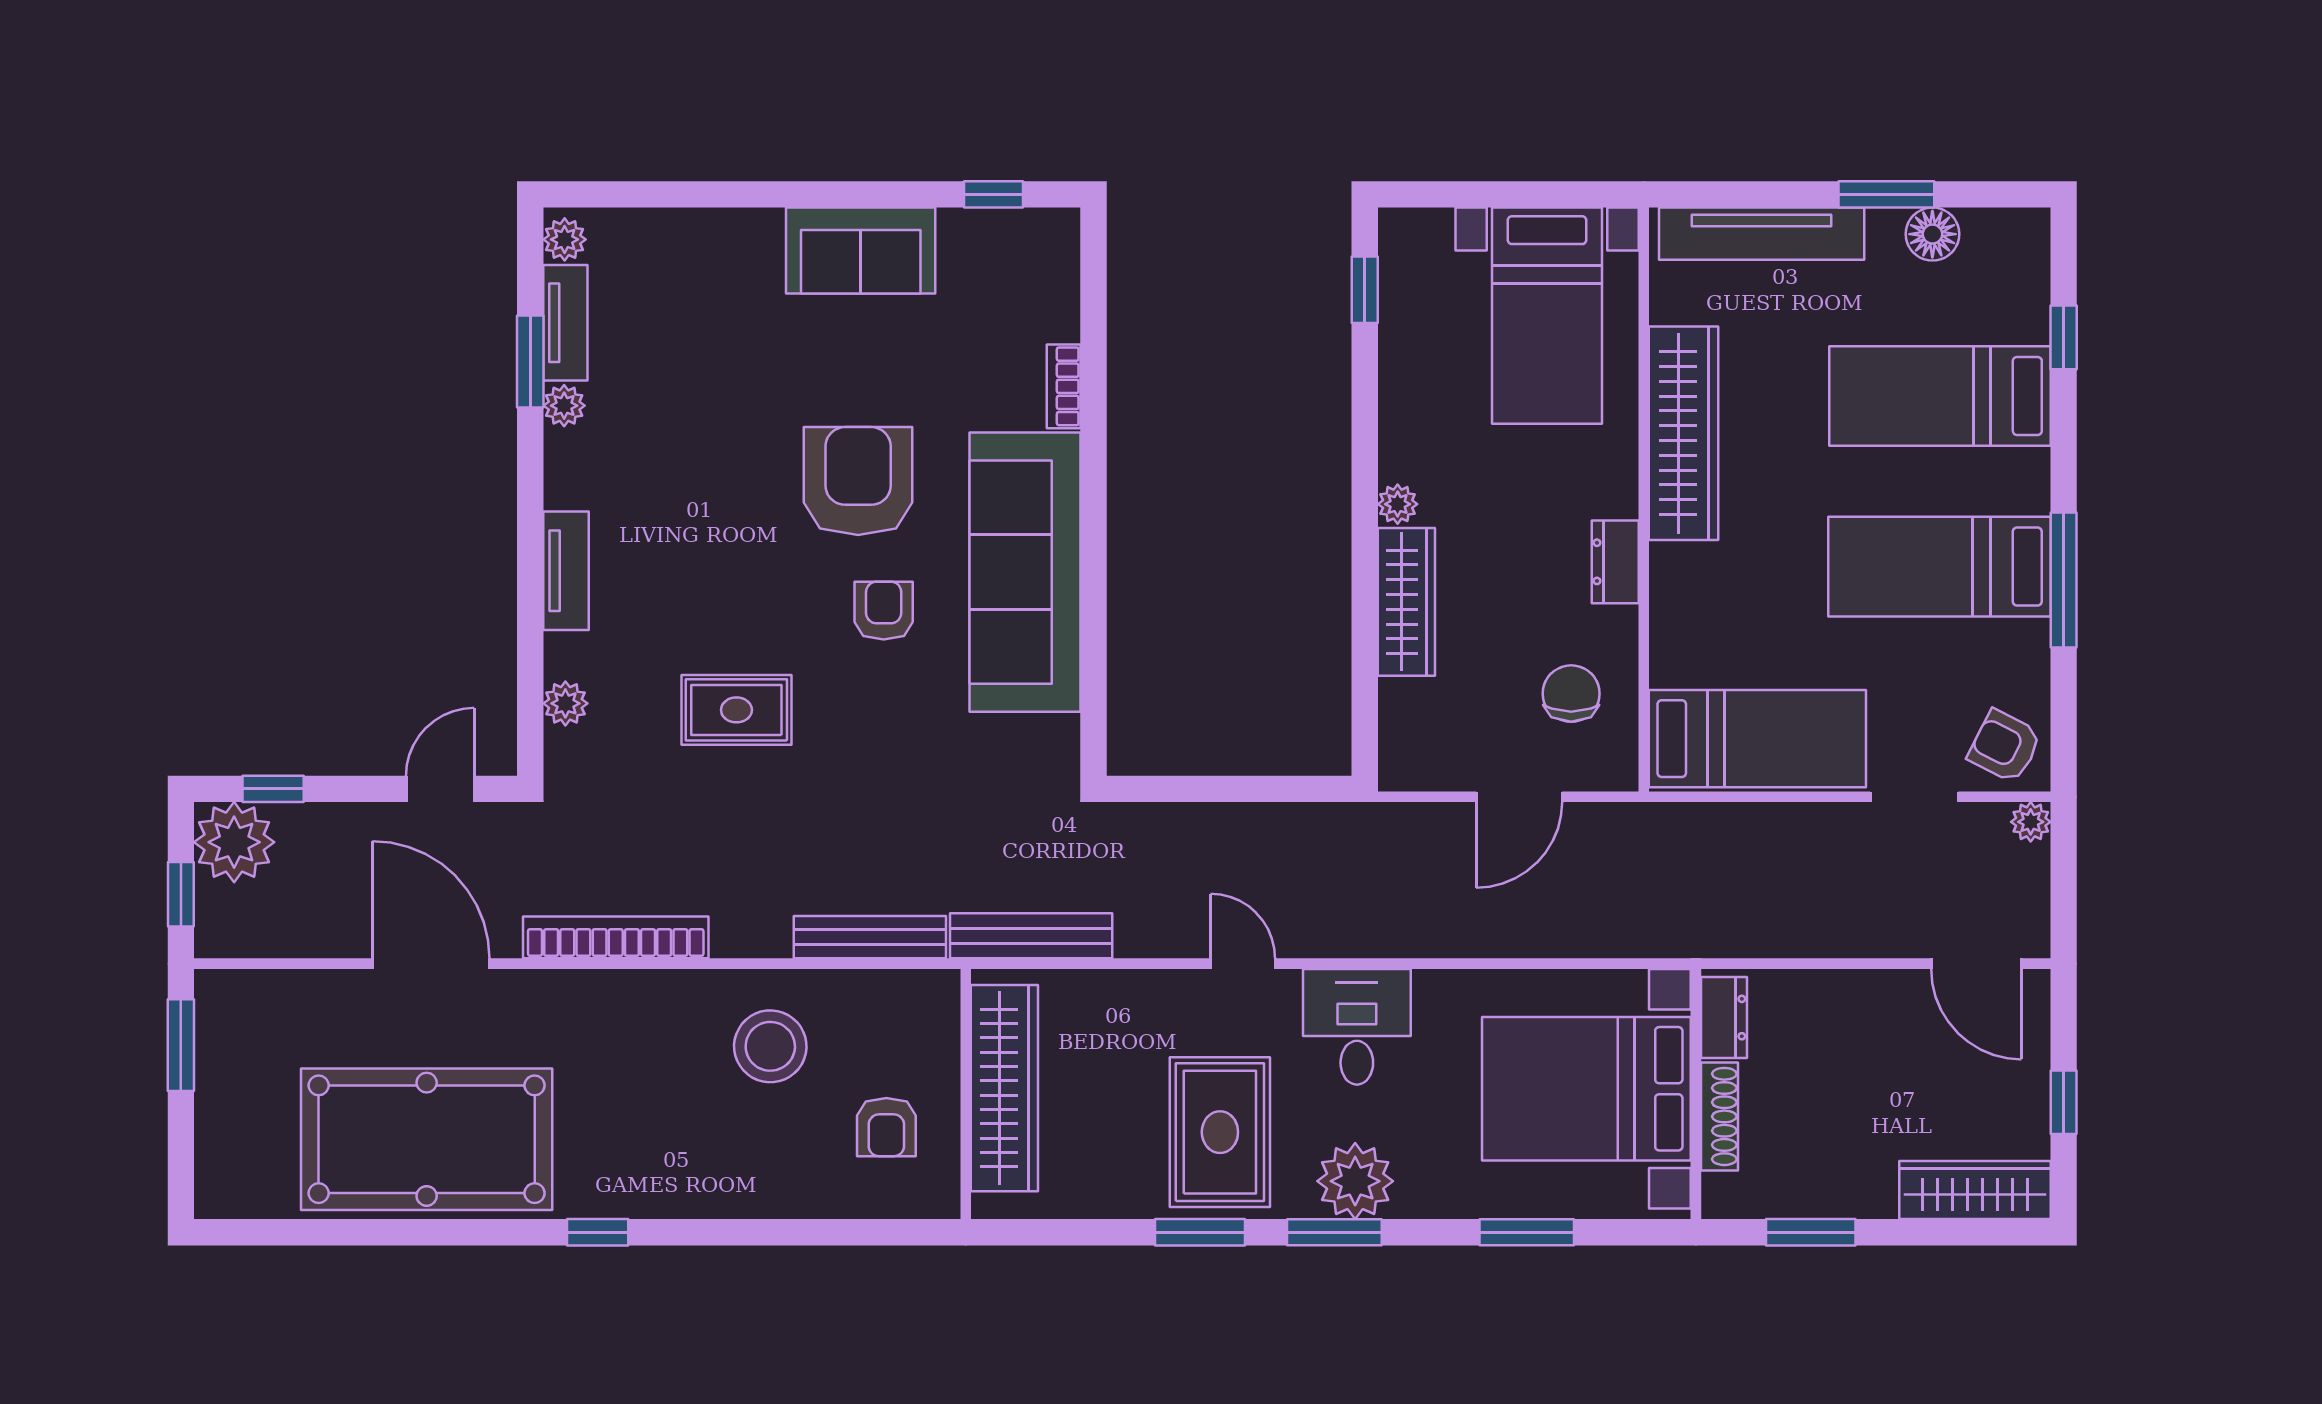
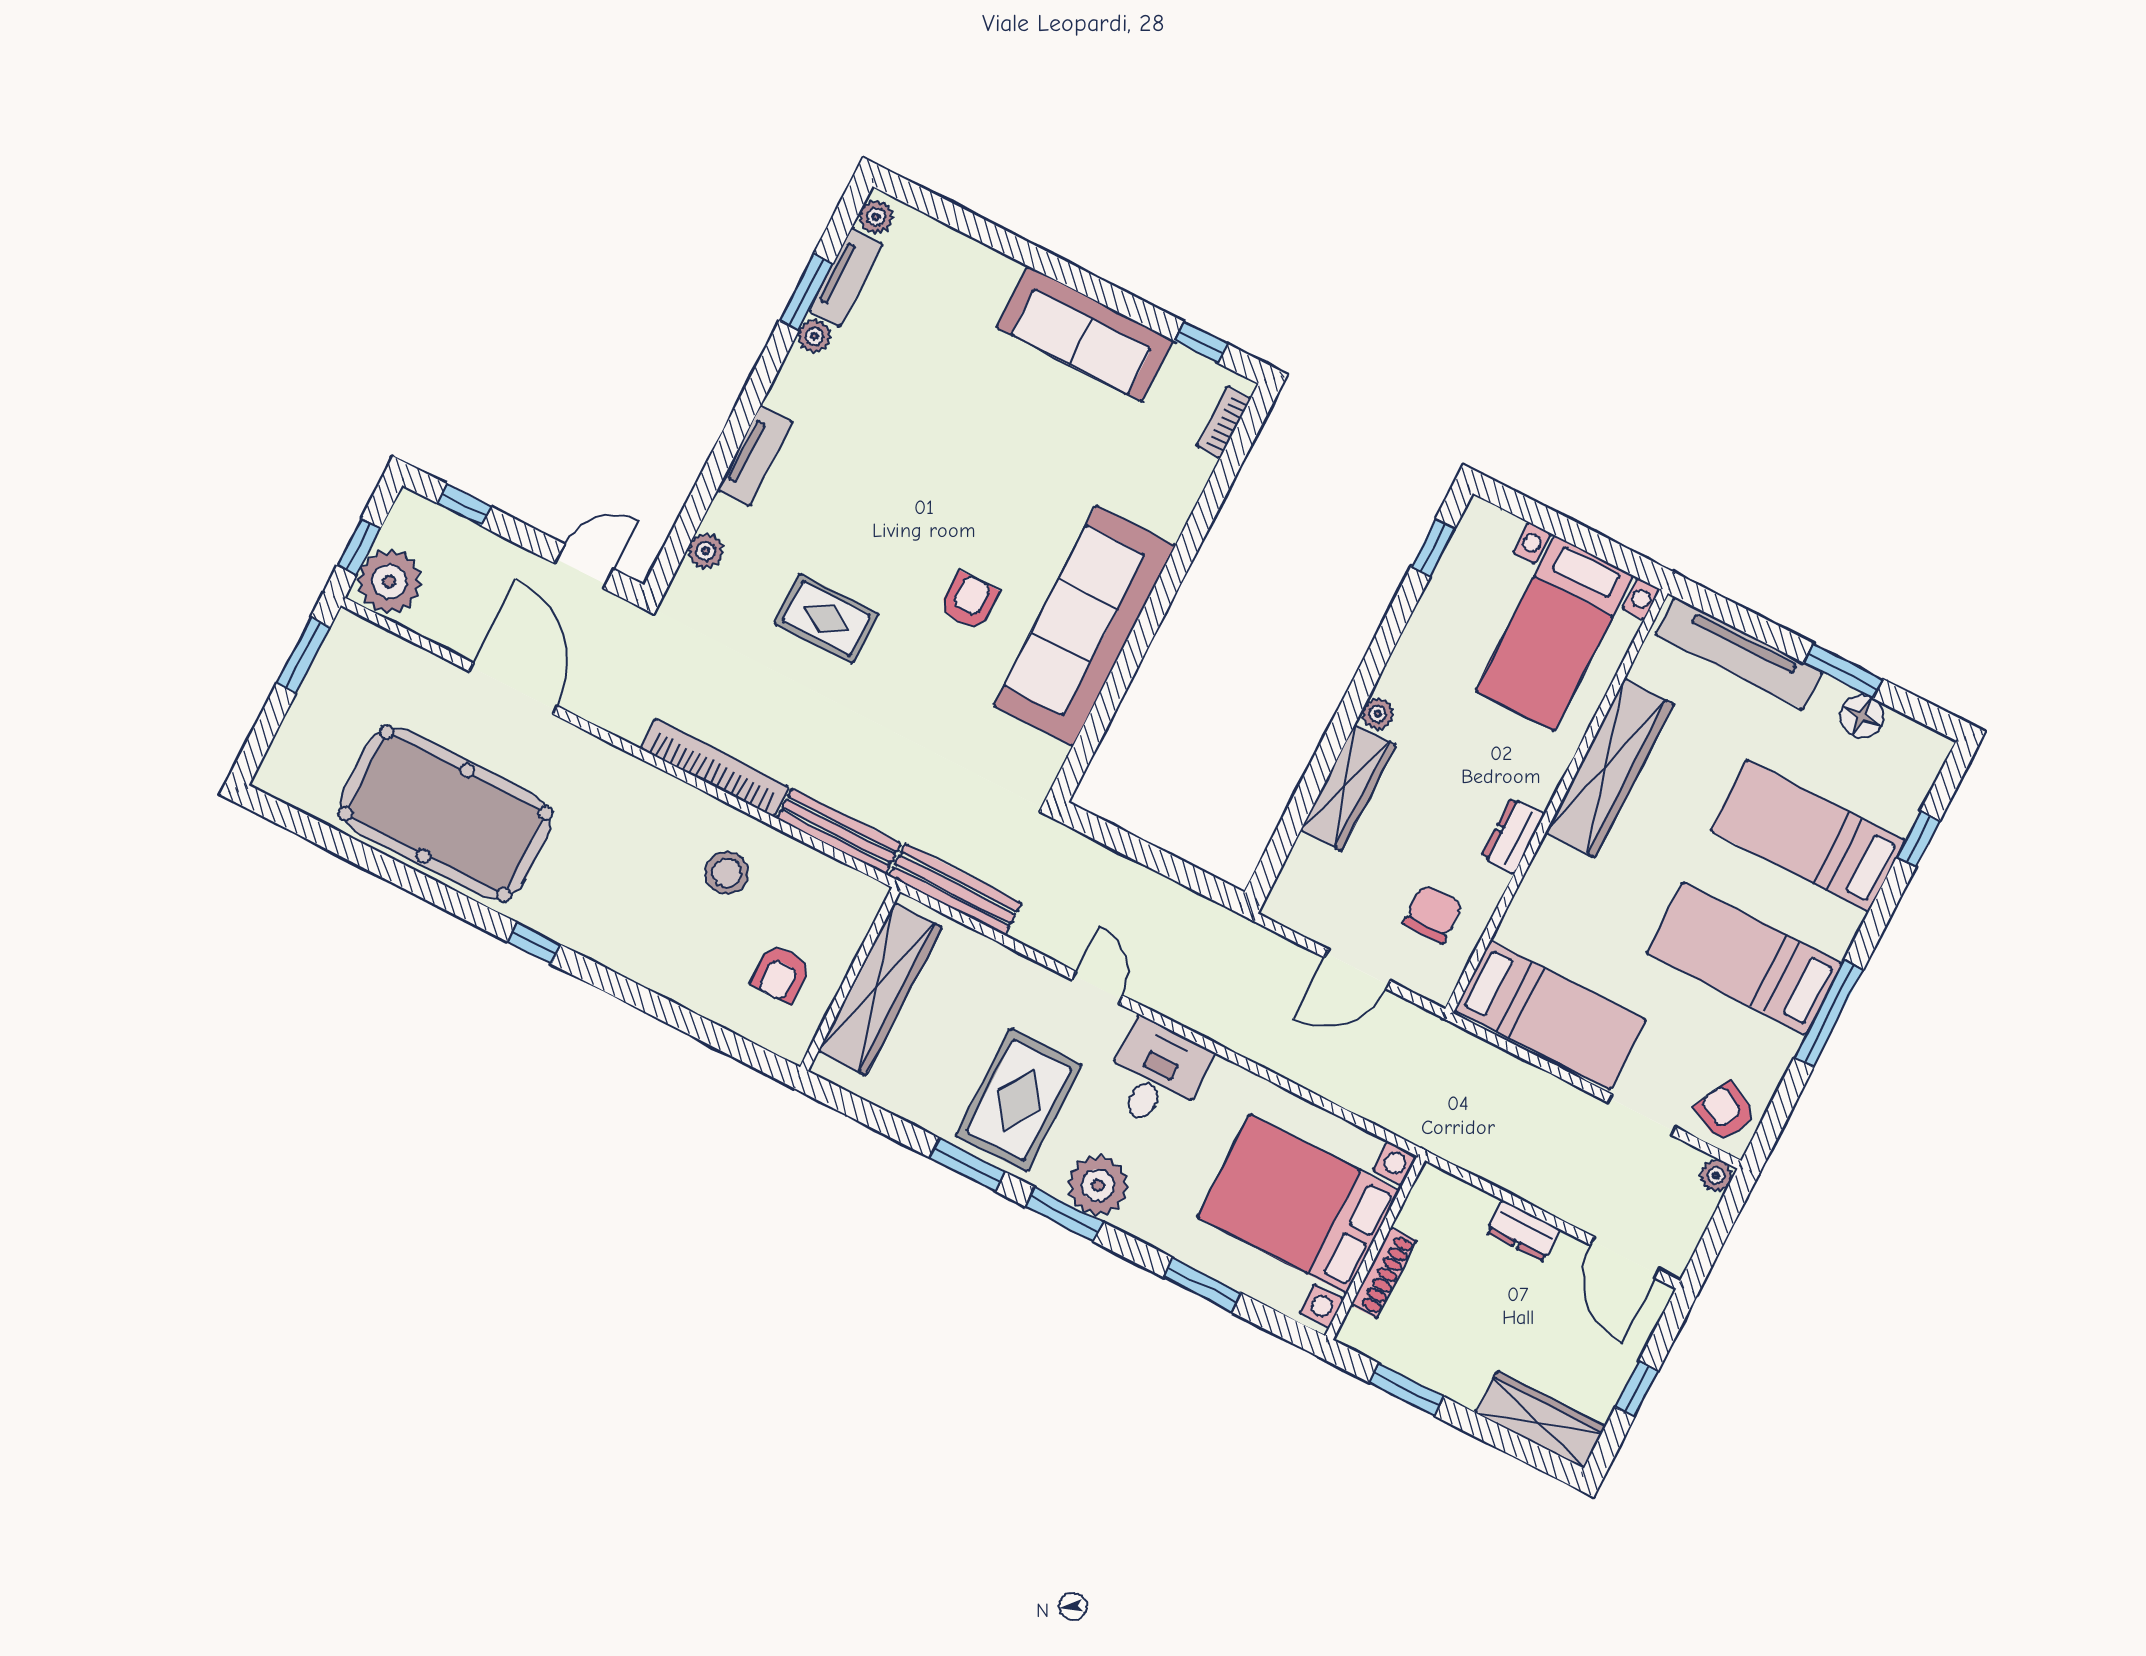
sofa: (861, 251) -> (1085, 334), width x1.36
bookcase: (1064, 386) -> (1224, 422), moved
armchair: (858, 481) -> (998, 499), removed
plant: (234, 842) -> (389, 582), moved
bookcase: (616, 937) -> (714, 768), moved
dresser: (1724, 1018) -> (1523, 1231), moved, turned 90
stool: (770, 1046) -> (727, 873), width x0.73, depth x0.73

